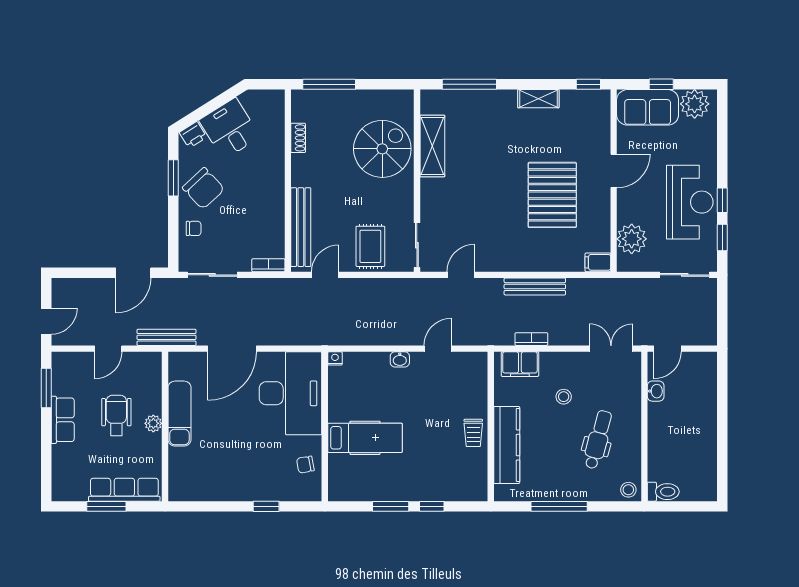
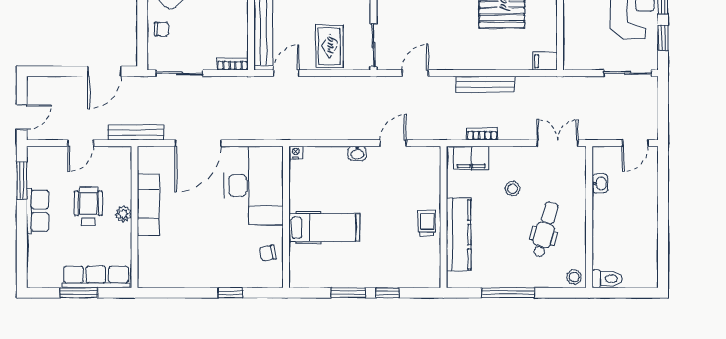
plant: (632, 239) -> (577, 39), removed
door: (668, 349) -> (635, 143), moved
trolley: (473, 433) -> (427, 223), turned 180

